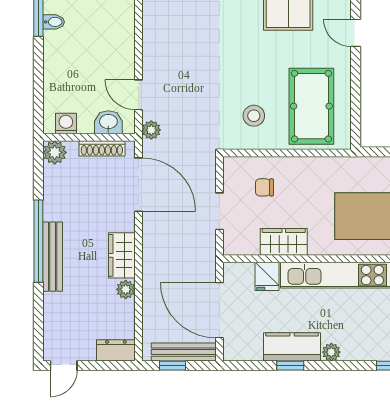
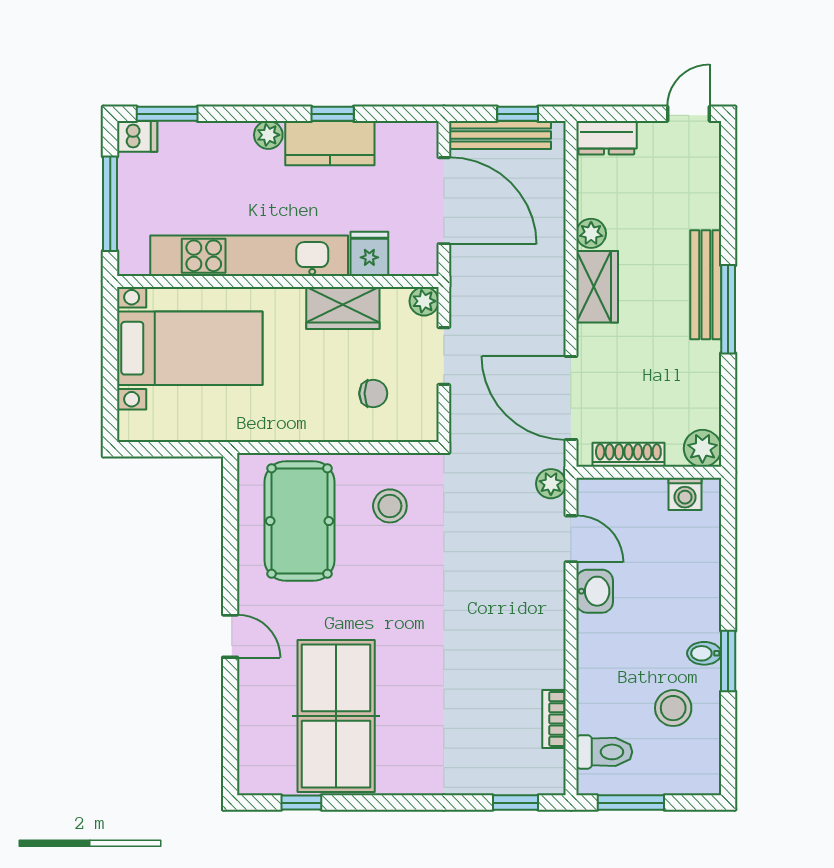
washbasin: (108, 122) -> (595, 591), moved, turned -90
window: (38, 241) -> (728, 309), width x0.68
plant: (232, 246) -> (424, 301), added

